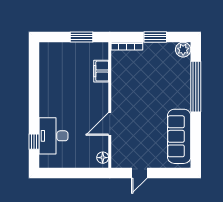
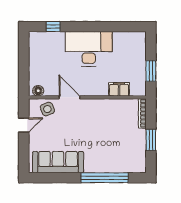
plant: (183, 50) -> (139, 166), removed
desk: (53, 136) -> (89, 49), moved, width x1.36, depth x1.30
side table: (122, 148) -> (47, 109), added
door: (139, 173) -> (24, 125), swing flipped

